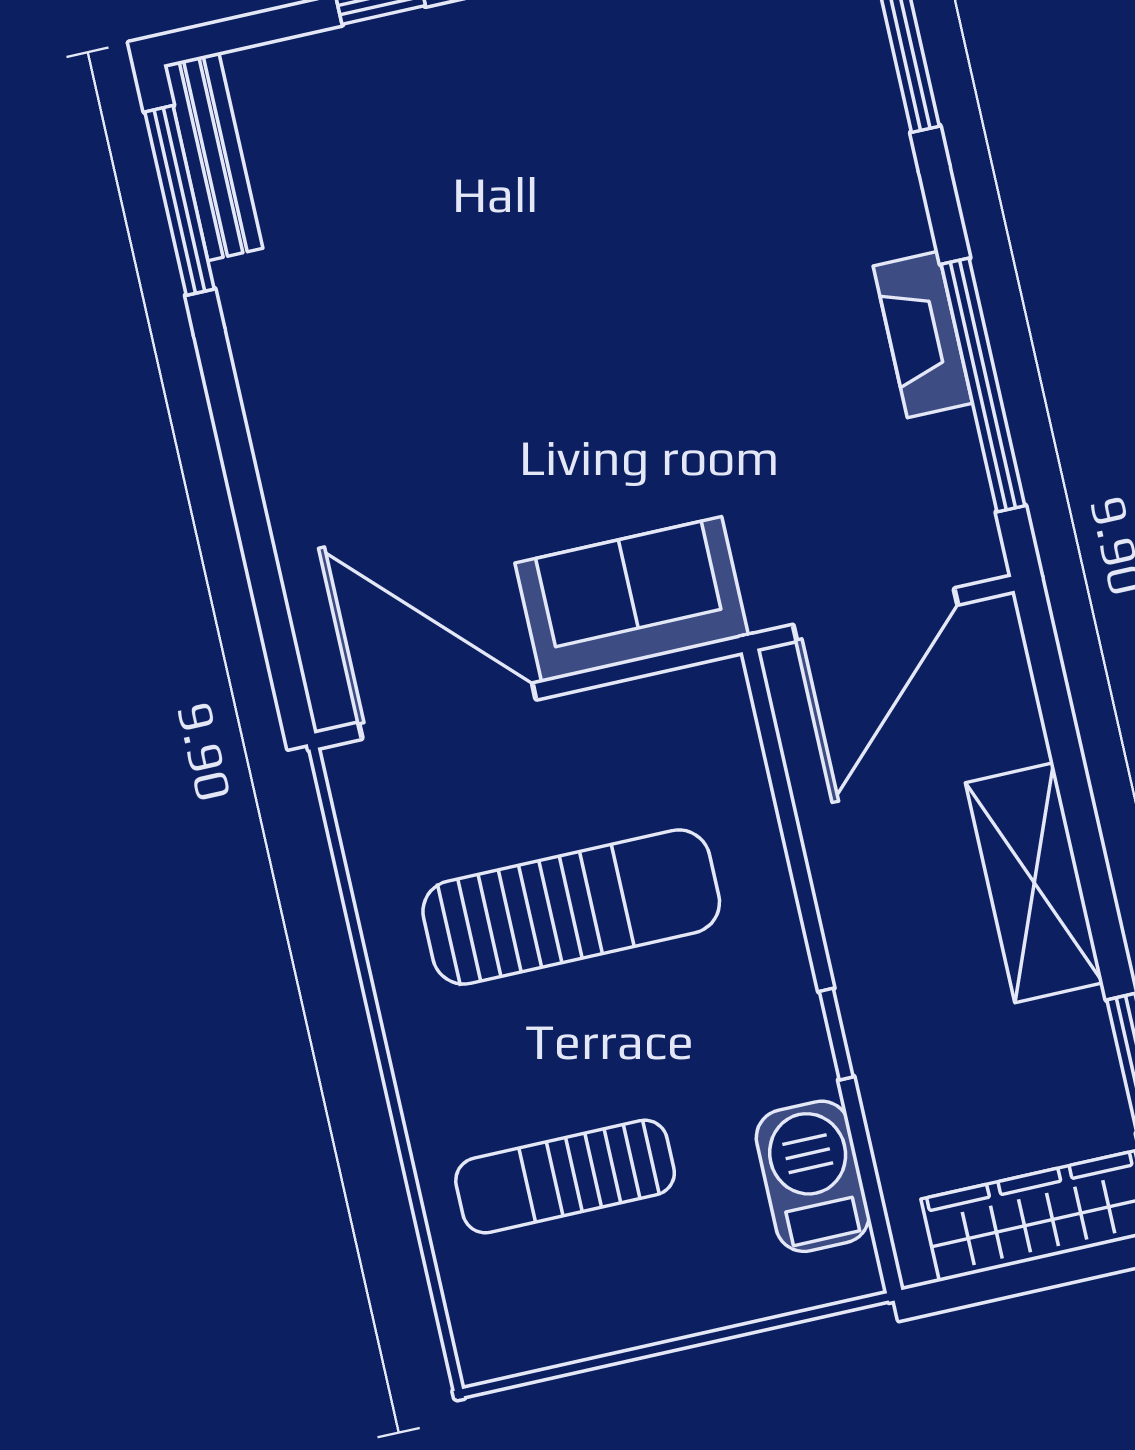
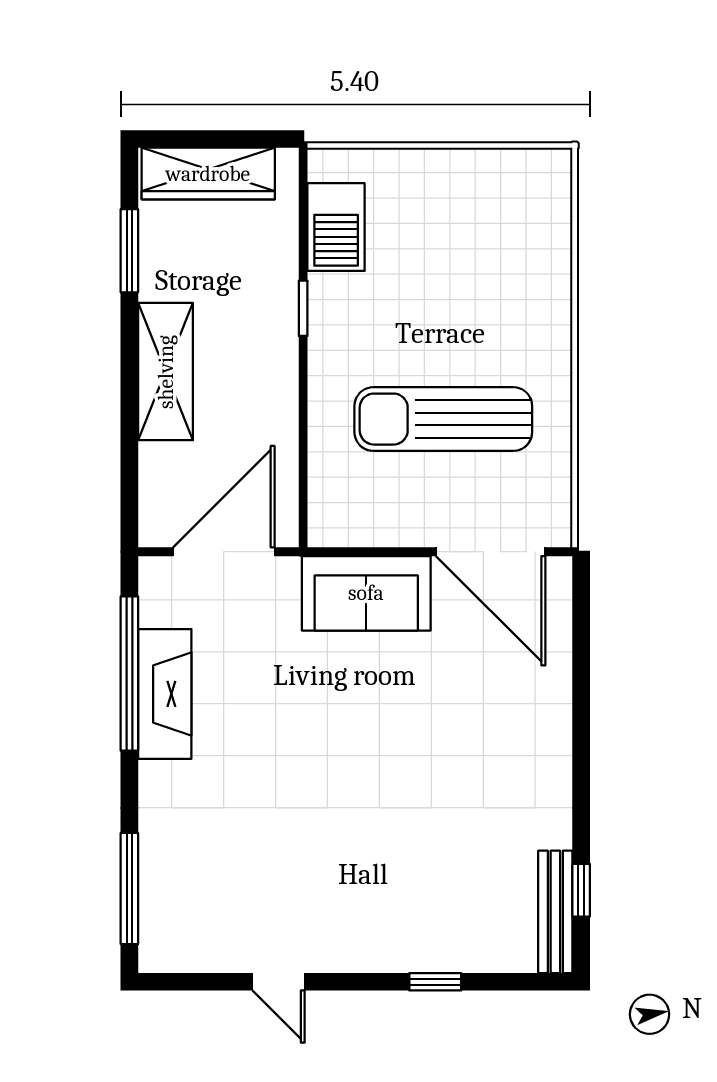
window: (180, 200) -> (581, 890), width x0.46
fireplace: (923, 335) -> (165, 694), width x1.37, depth x1.32
sun lounger: (565, 1177) -> (483, 260), removed

